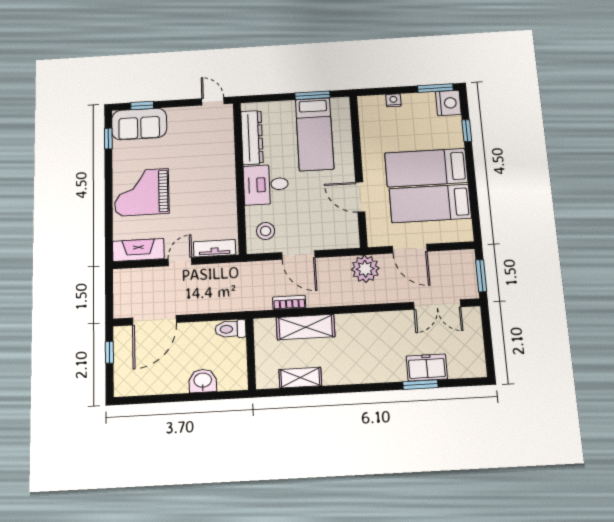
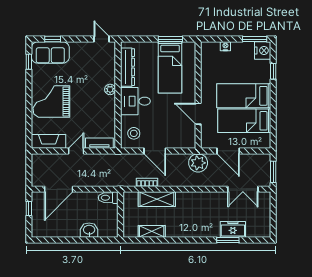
plant: (228, 170) -> (110, 89), added

